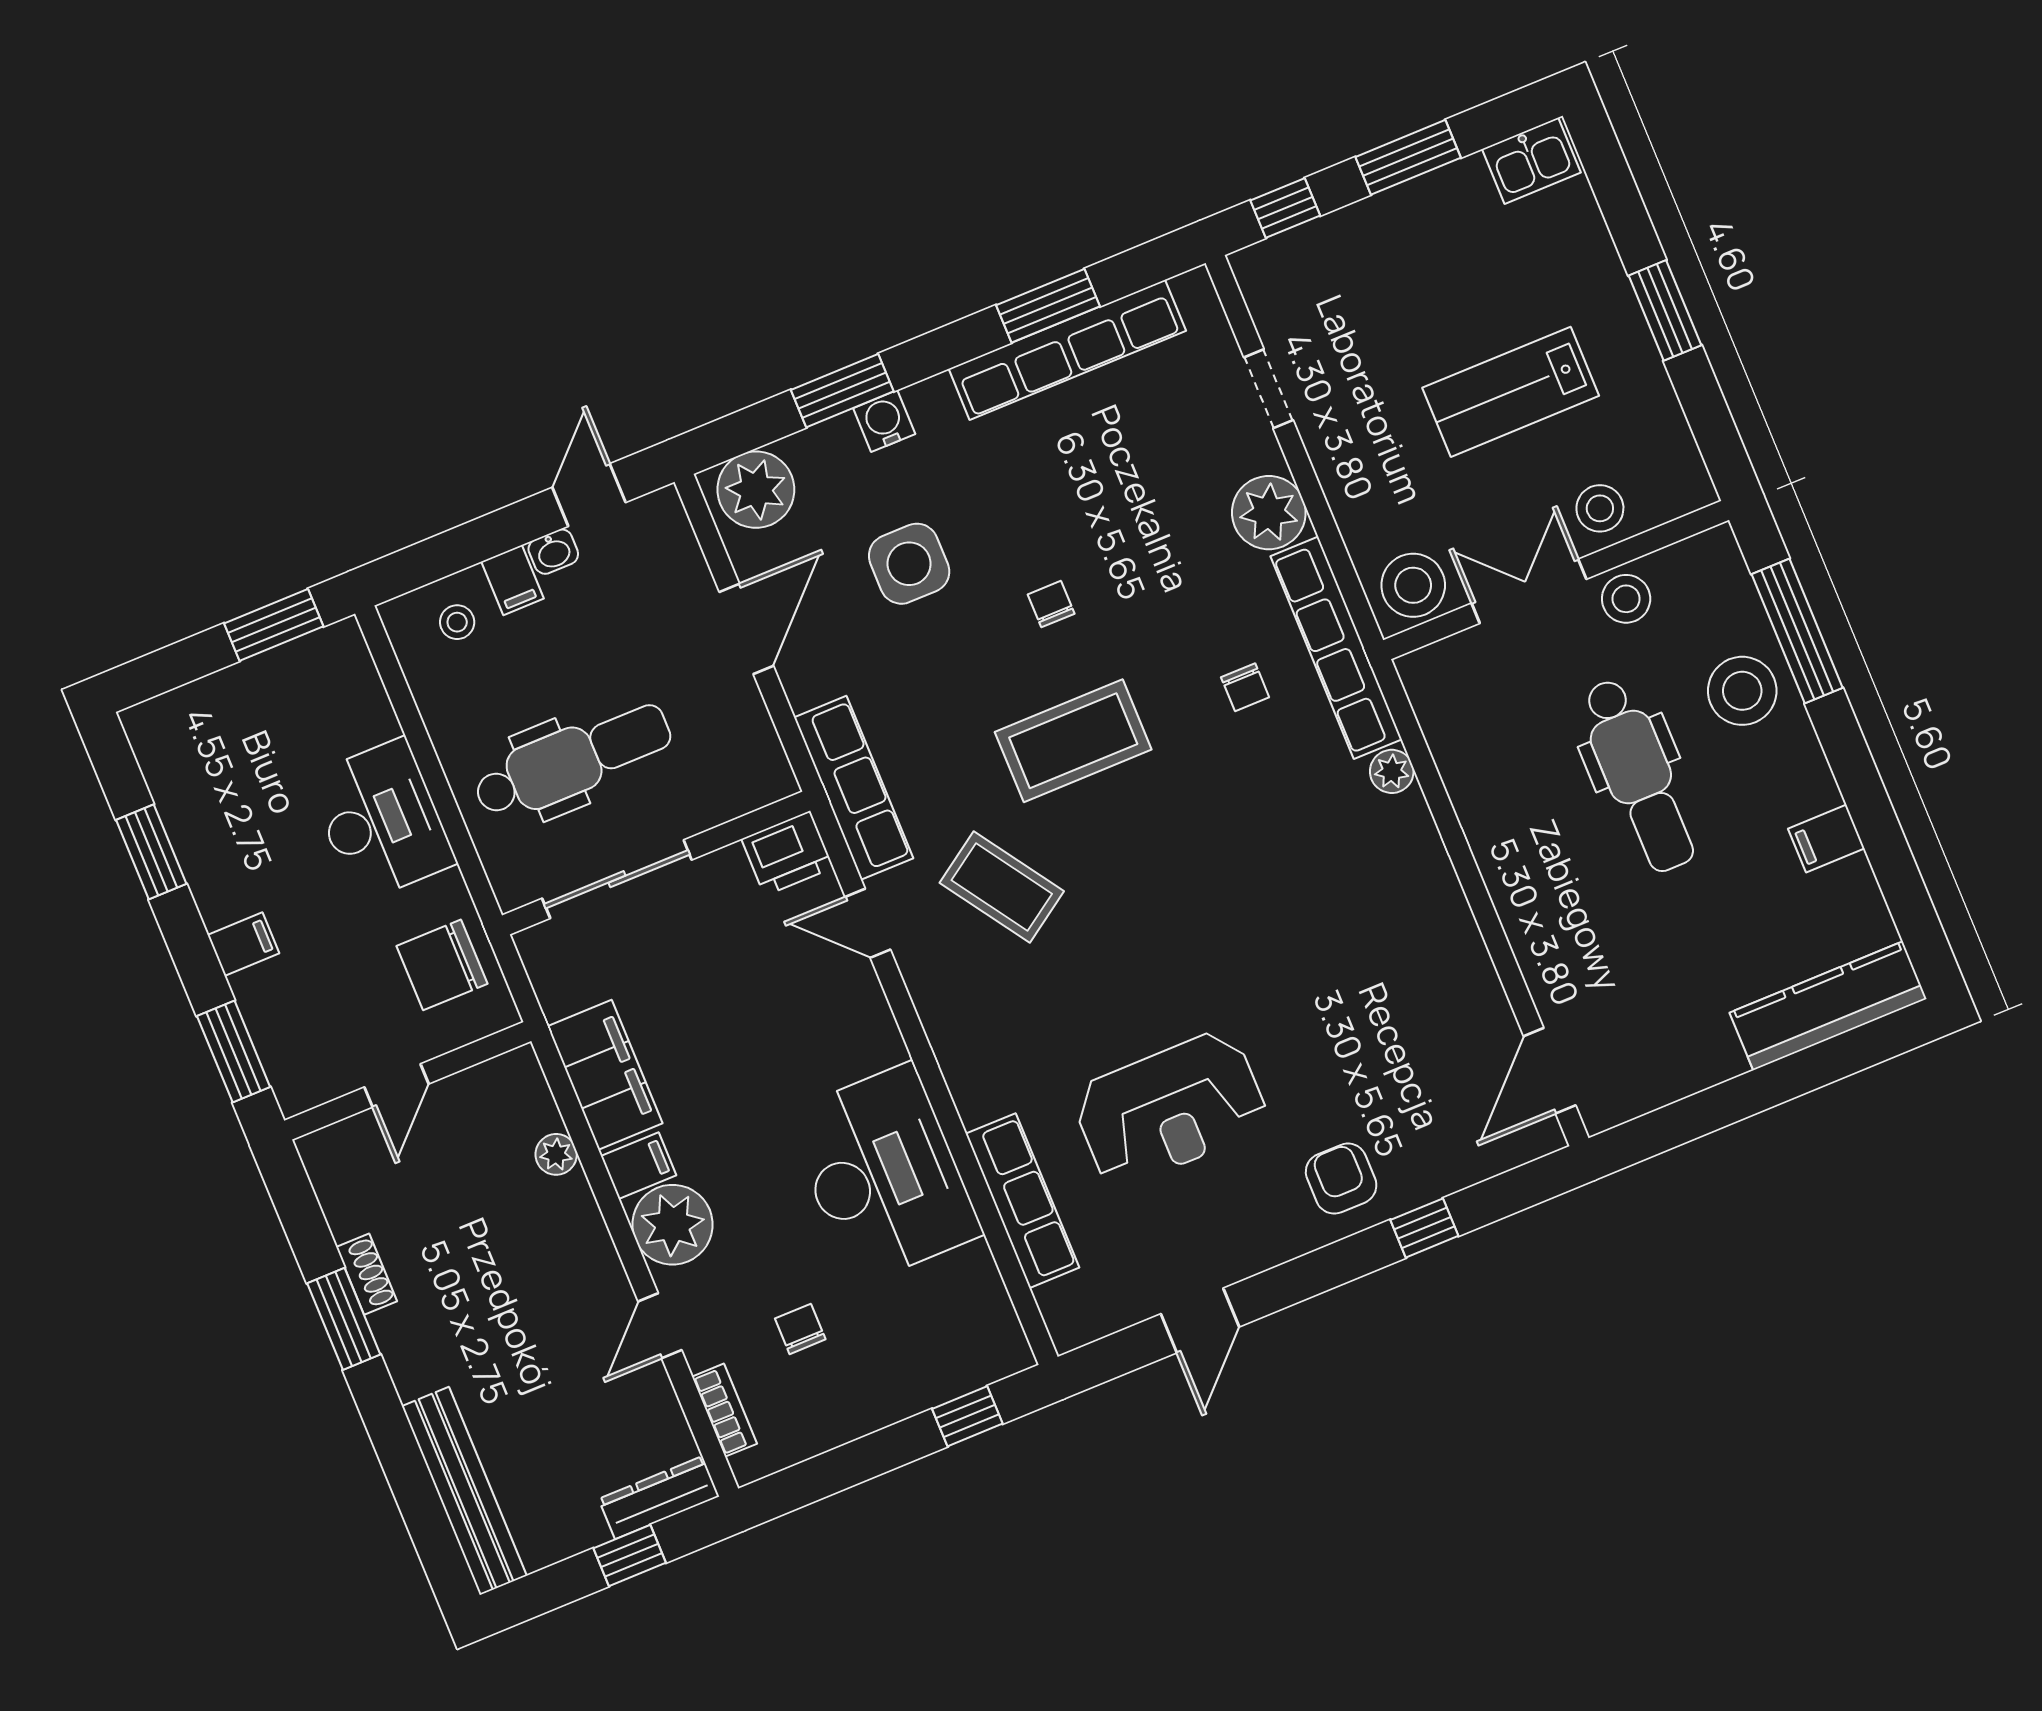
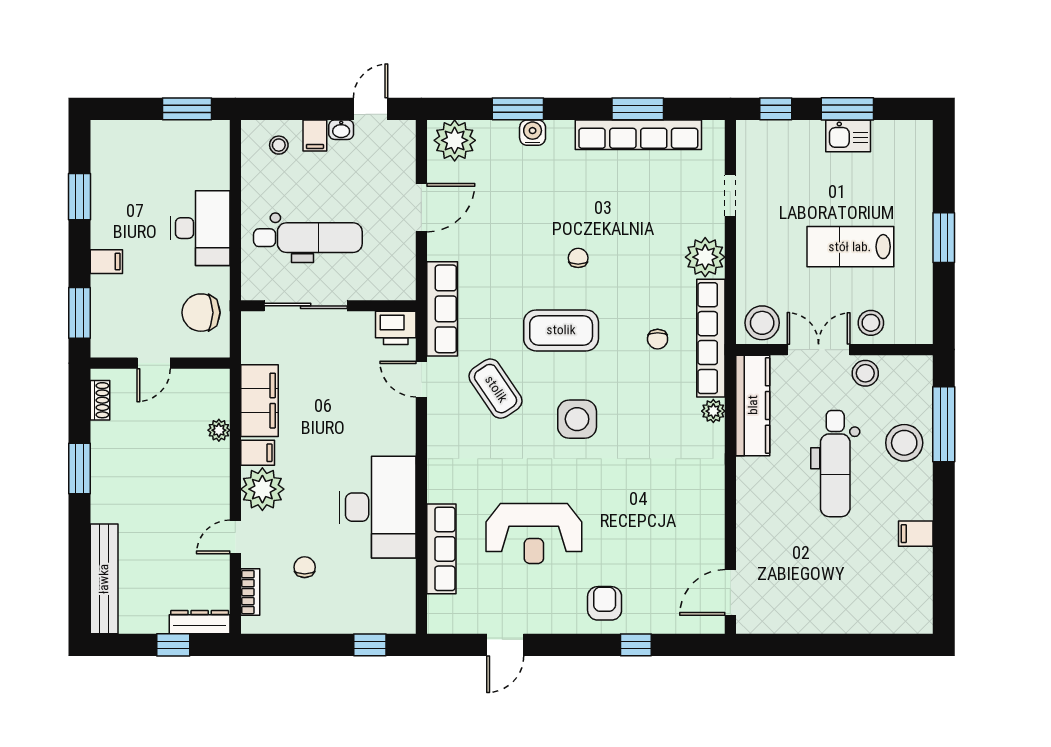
kitchen sink: (1531, 161) -> (848, 136), moved
side table: (909, 564) -> (577, 419), moved
kitchen counter: (1828, 1006) -> (753, 405), moved, turned 90
shoe rack: (367, 1274) -> (100, 400), moved

